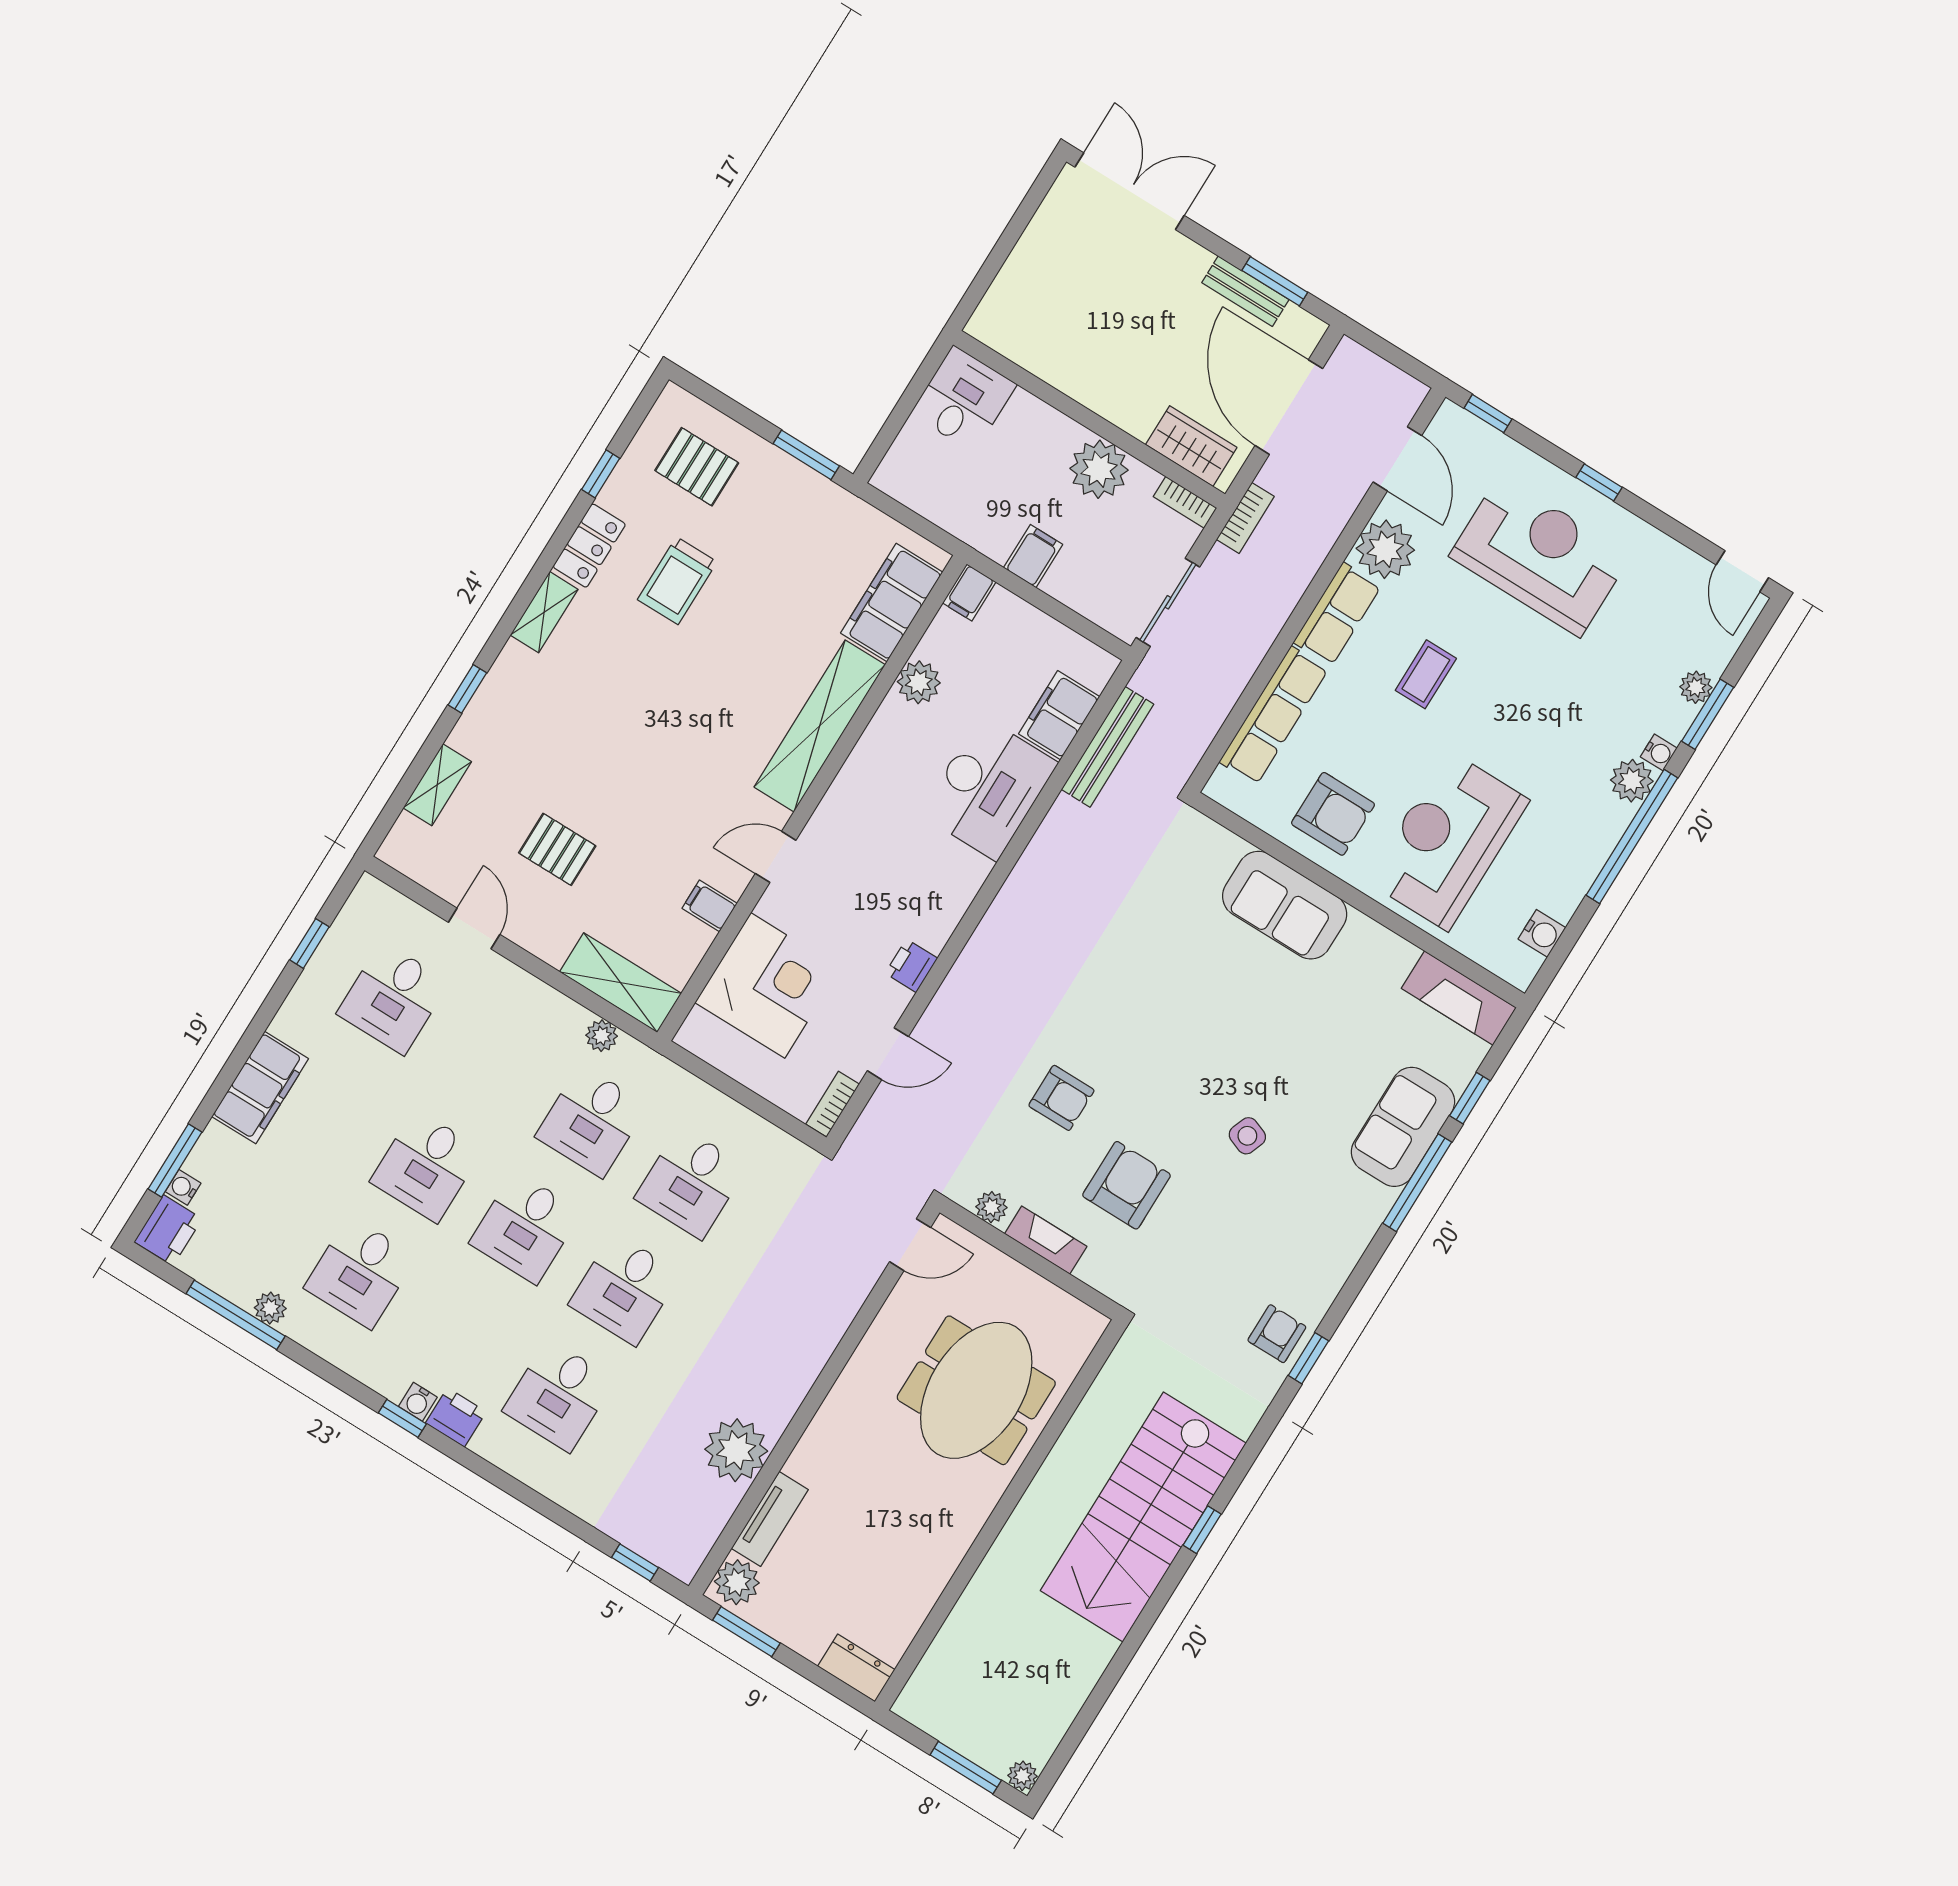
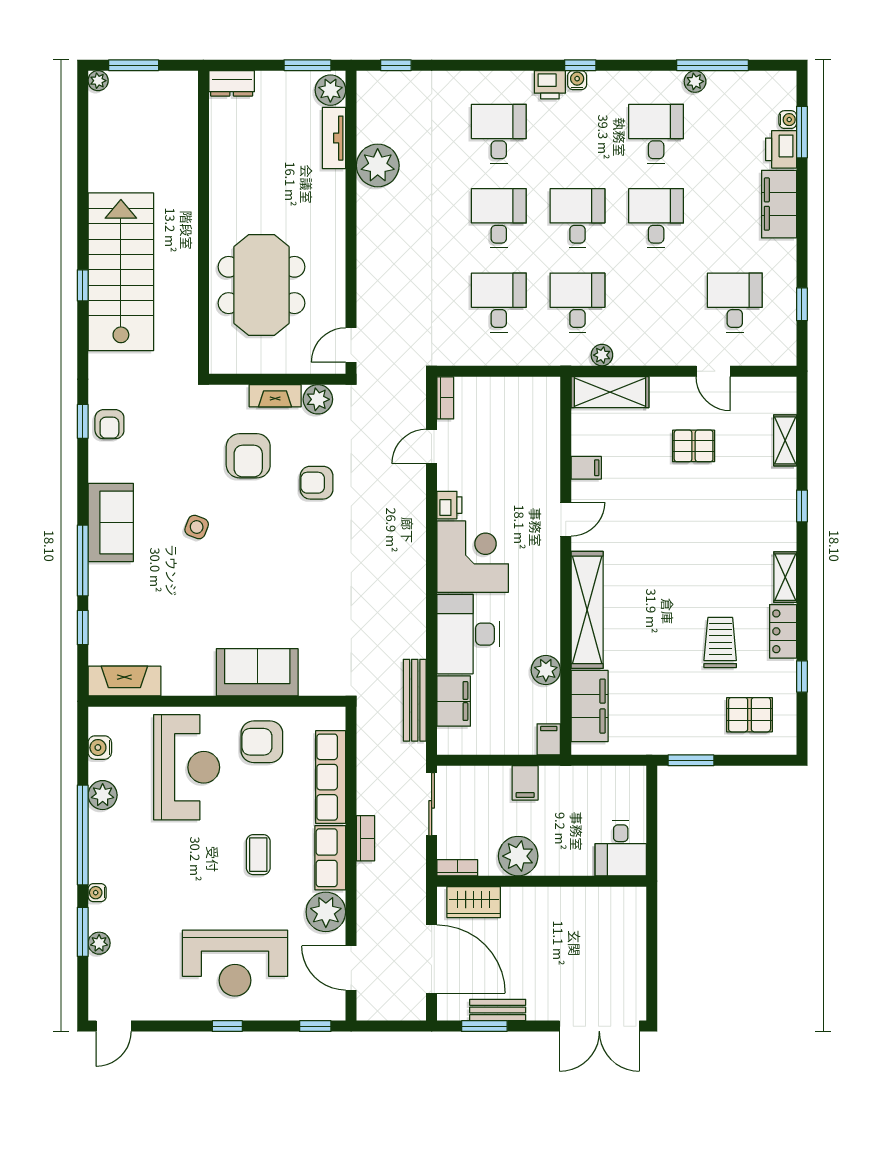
bookcase: (1245, 518) -> (366, 838), moved, turned 180
door: (1742, 571) -> (114, 1026), swing flipped
plant: (1632, 781) -> (103, 795), moved
corner desk: (768, 985) -> (473, 557), moved, turned 180
sofa: (1403, 1127) -> (111, 523), moved
plant: (991, 1207) -> (318, 399), width x1.38, depth x1.38
printer: (168, 1230) -> (781, 149), moved

